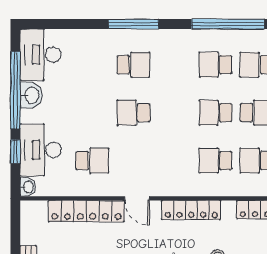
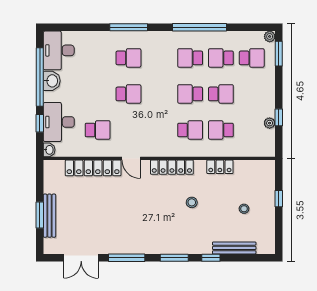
school desk: (133, 113) -> (128, 94), turned 180
school desk: (215, 161) -> (190, 130), turned 180

